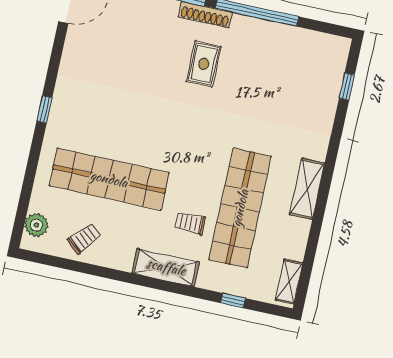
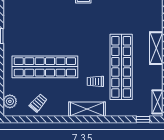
window: (233, 301) -> (143, 119), moved

